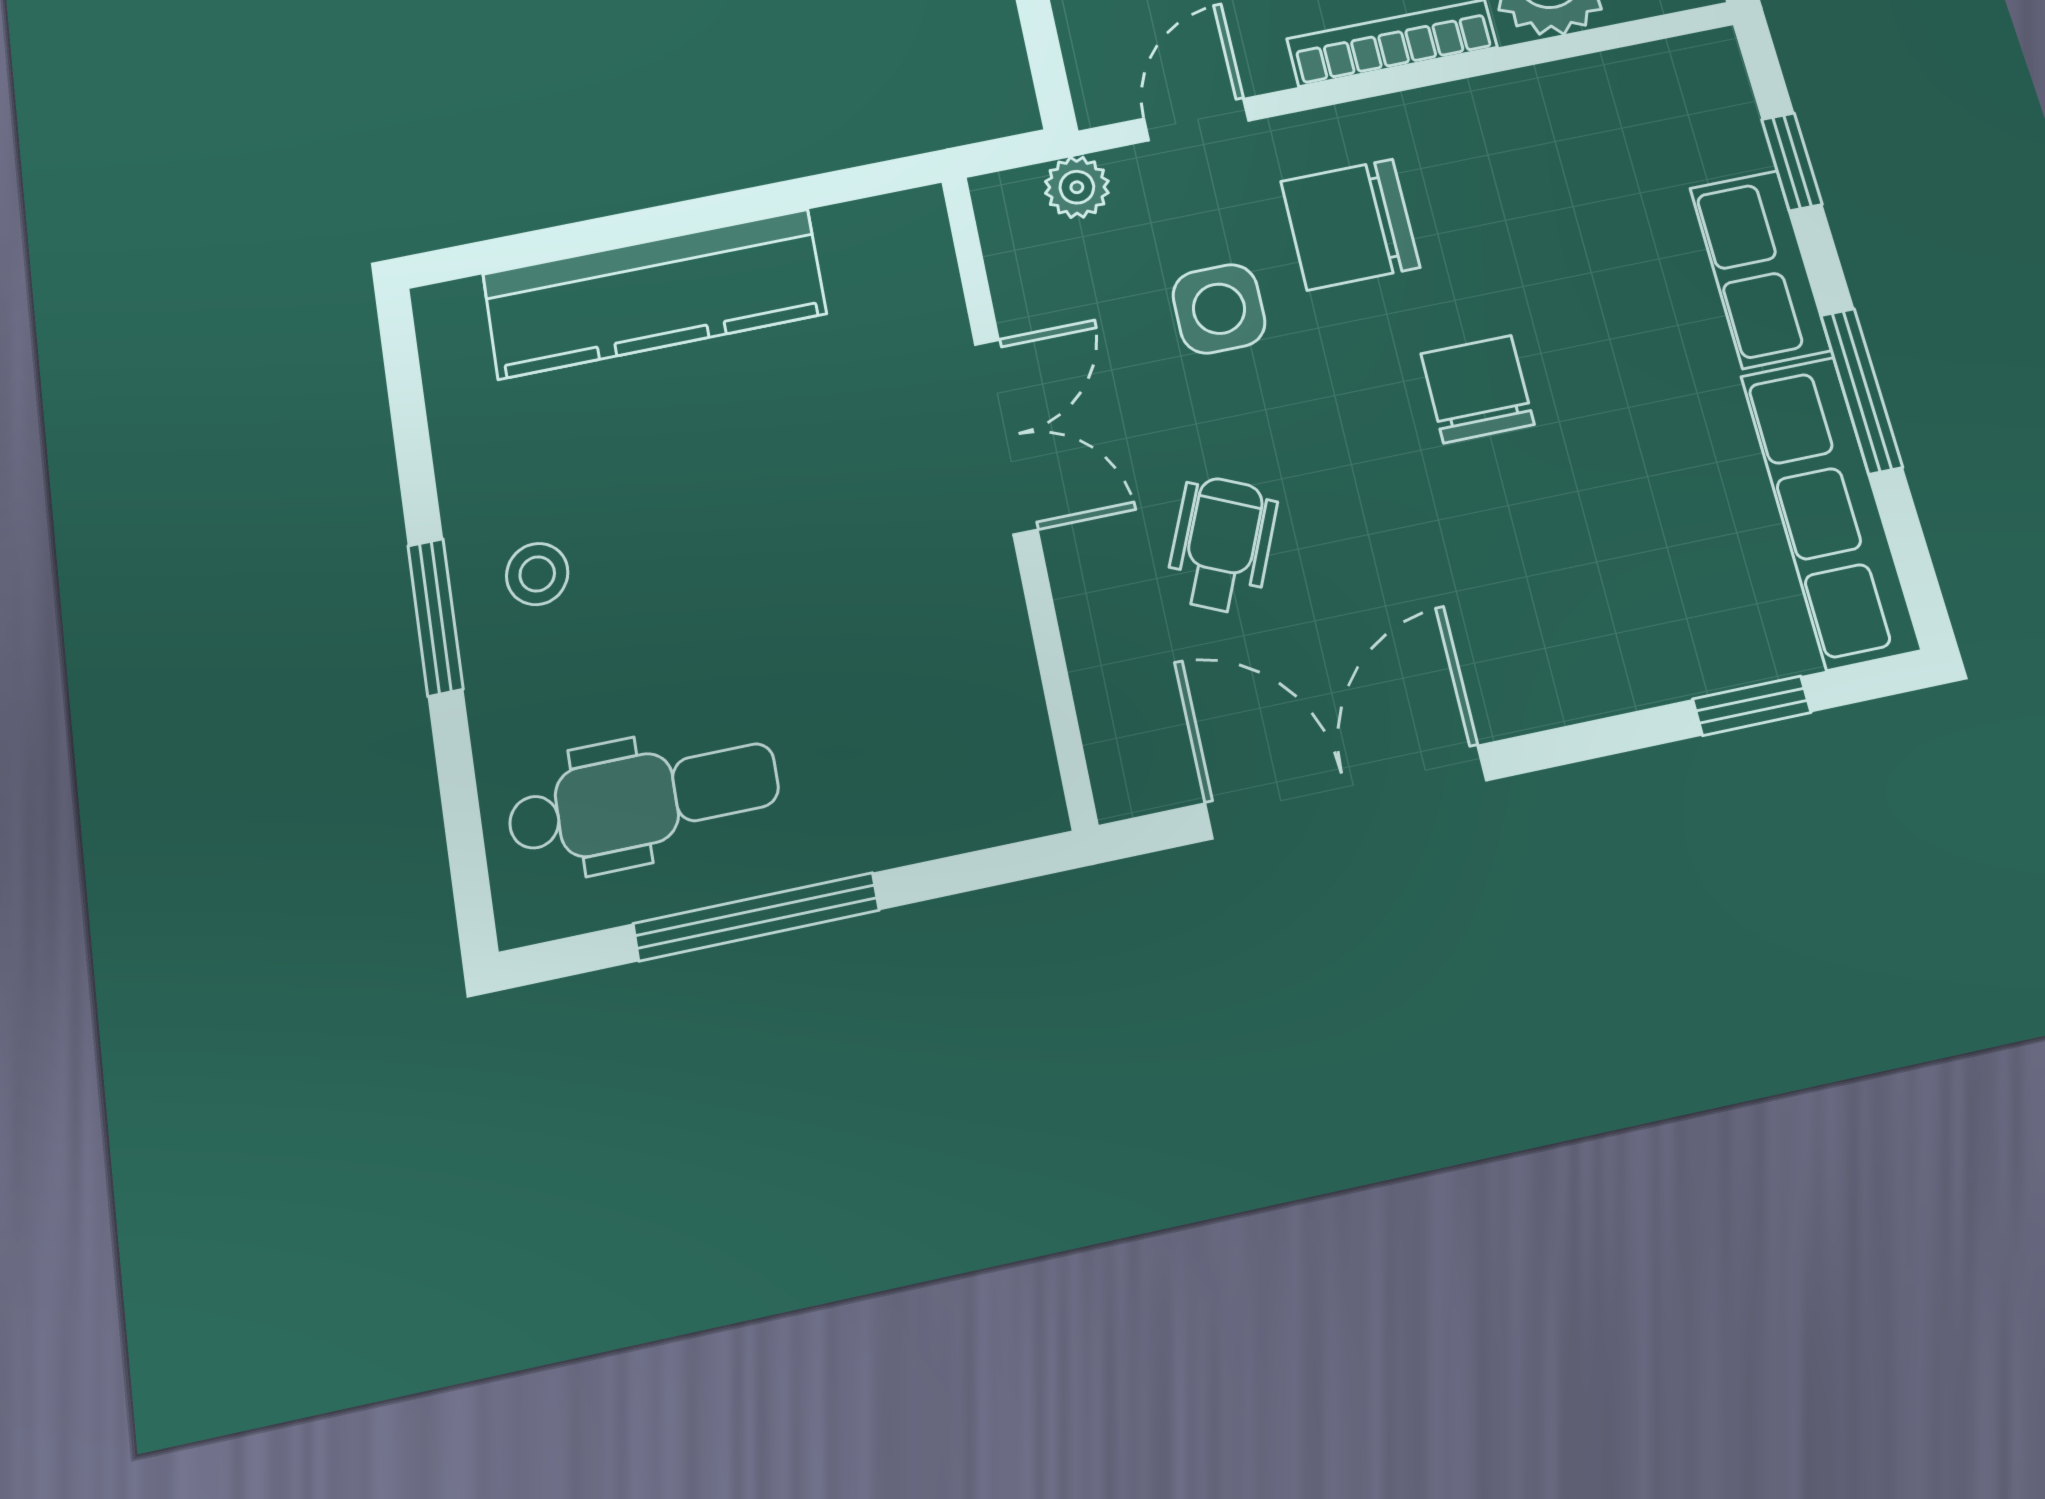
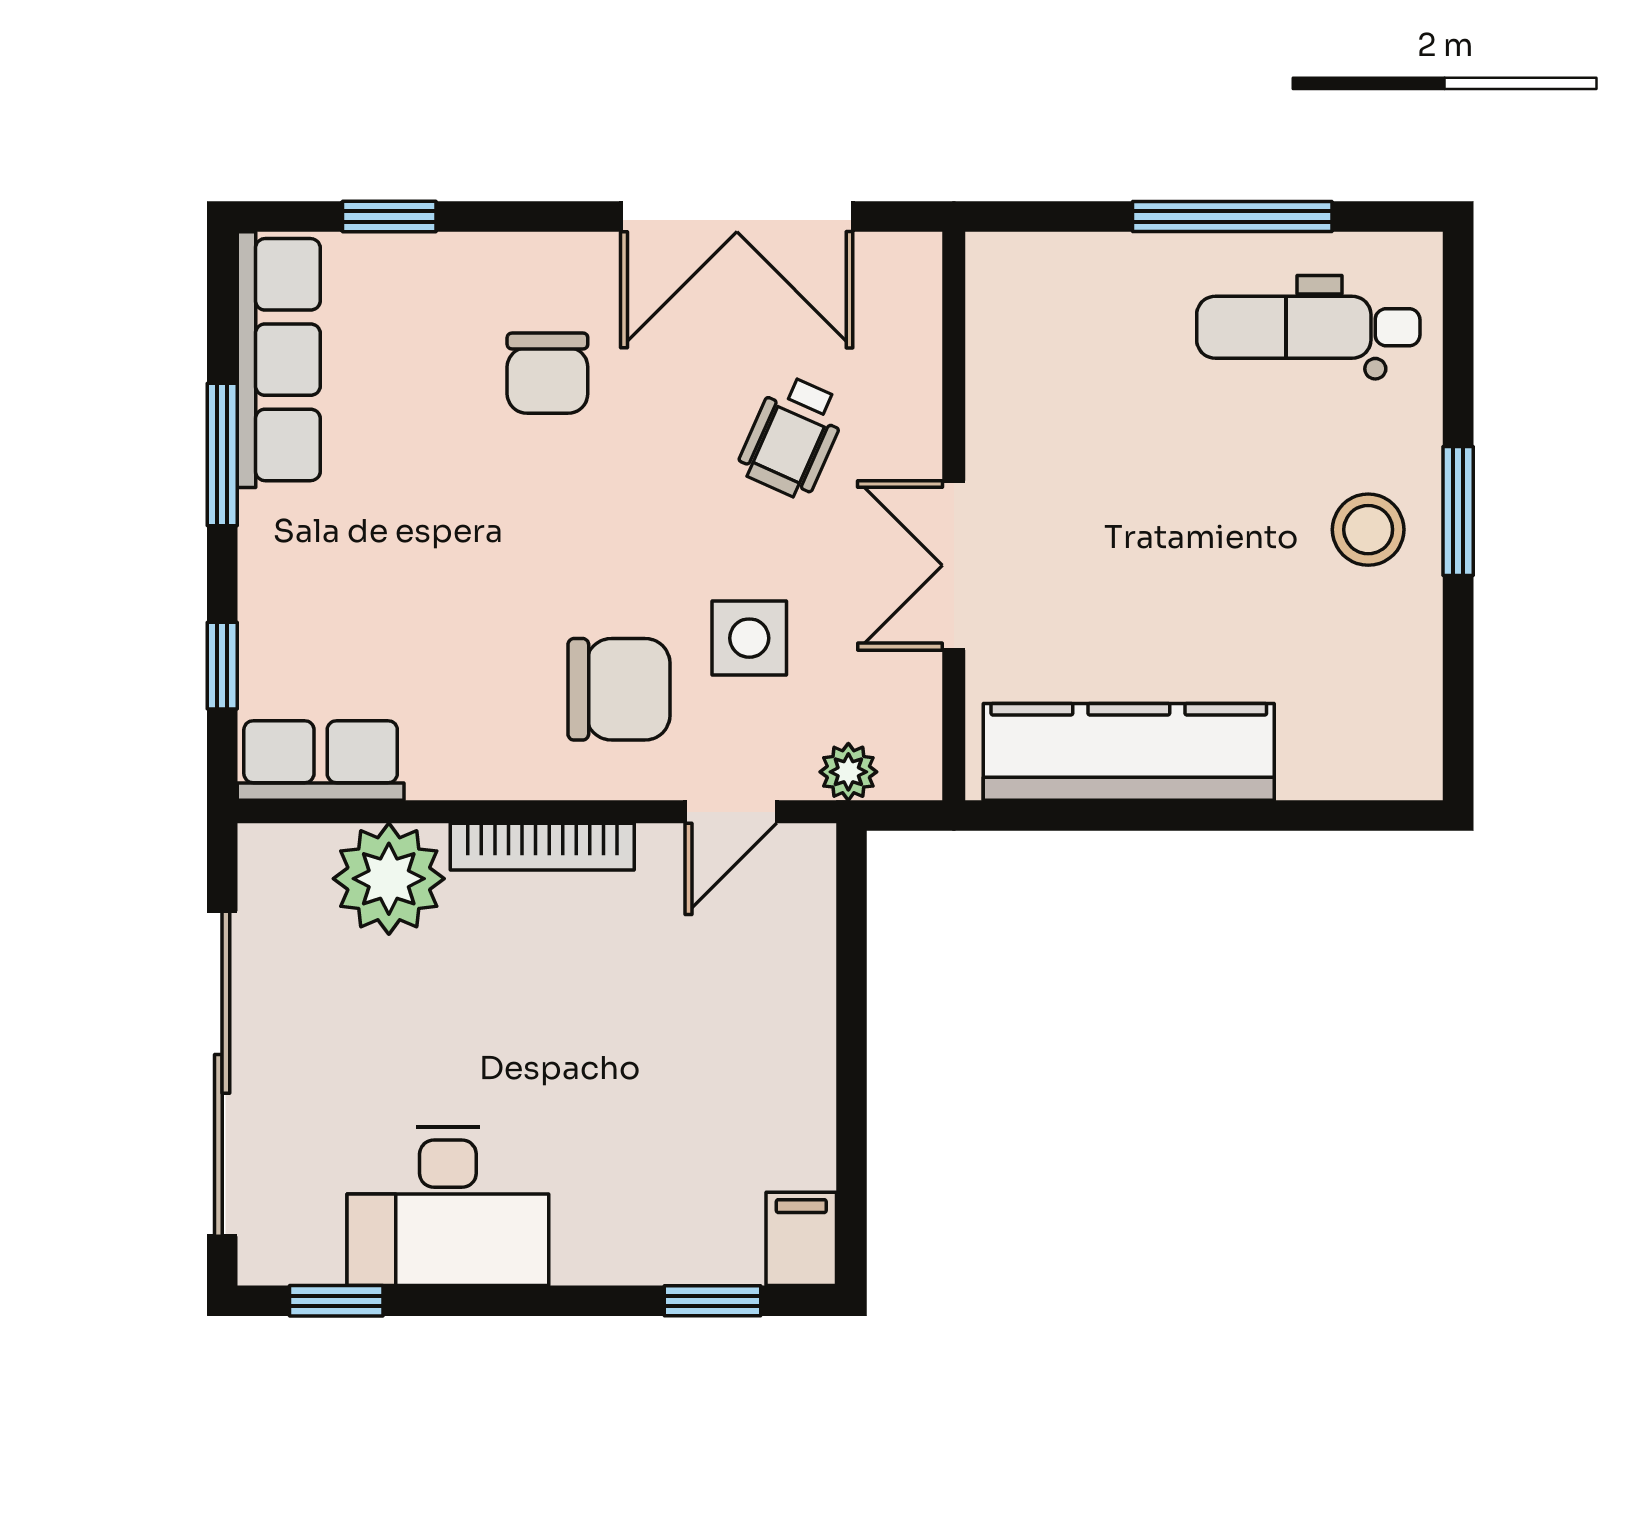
row of seats: (1760, 269) -> (321, 760), moved, turned -90
kitchen counter: (654, 294) -> (1129, 752), moved
chair: (1477, 389) -> (547, 373), moved
stool: (537, 574) -> (1368, 530), width x1.37, depth x1.37

